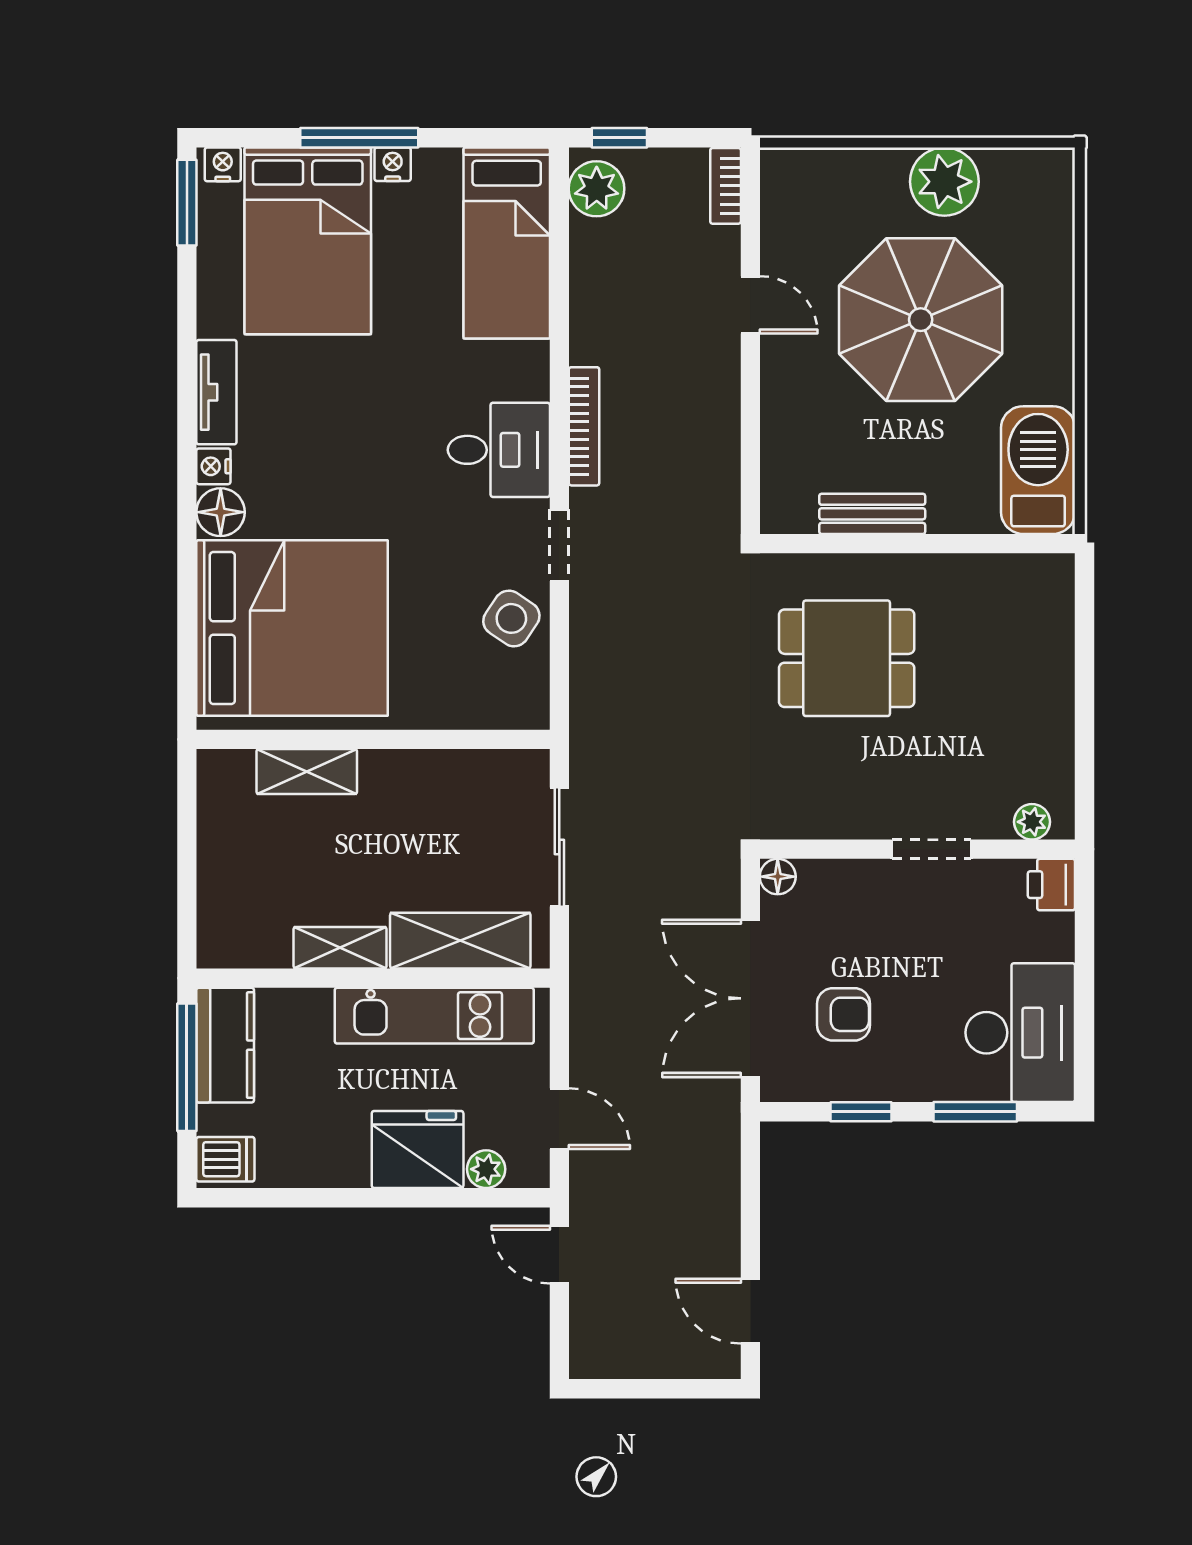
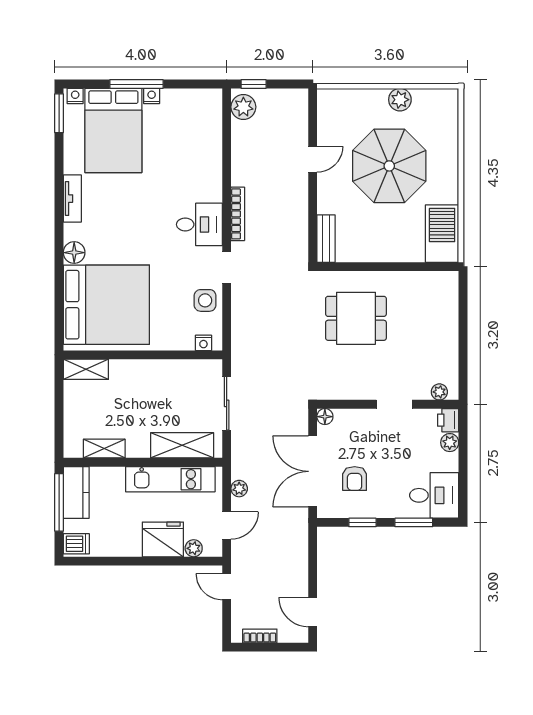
plant: (944, 182) -> (400, 100), width x0.73, depth x0.73
bookcase: (726, 186) -> (260, 636), moved, turned 90
bed: (507, 243) -> (203, 131), removed
door: (750, 305) -> (313, 159), hinge flipped
nightstand: (213, 466) -> (203, 343), moved, turned -90
bench: (872, 514) -> (326, 239), moved, turned 90
side table: (511, 618) -> (205, 300), turned -34
shelving: (307, 772) -> (86, 369), moved
plant: (1055, 934) -> (450, 443), added
shelving: (340, 948) -> (104, 449), moved
armchair: (844, 1014) -> (355, 479), turned 90
desk: (1020, 1033) -> (434, 495), width x0.73
plant: (587, 1037) -> (239, 489), added
door: (559, 1119) -> (227, 525), hinge flipped

